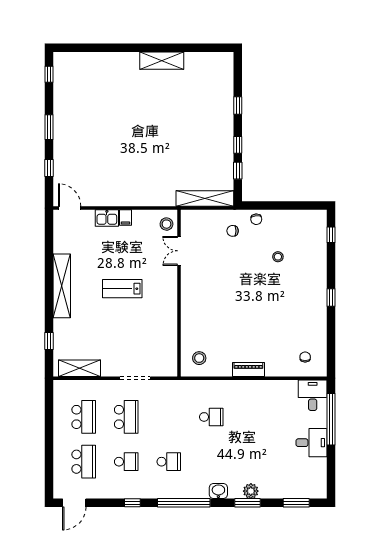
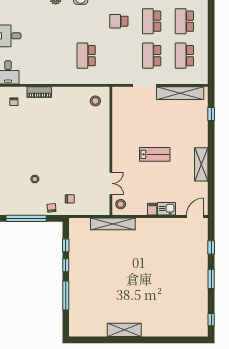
window: (238, 106) -> (66, 295), width x2.17
shelving: (205, 199) -> (113, 224), moved
window: (289, 206) -> (26, 218), added
door: (70, 208) -> (195, 216), swing flipped
shelving: (62, 286) -> (201, 164), width x0.68
shelving: (79, 368) -> (180, 93), width x1.47
piano: (248, 370) -> (39, 92), moved
school desk: (211, 417) -> (86, 56), width x1.85
school desk: (126, 462) -> (152, 21), width x1.85

